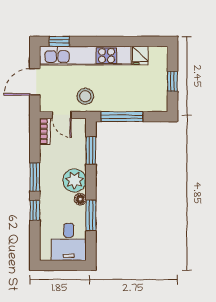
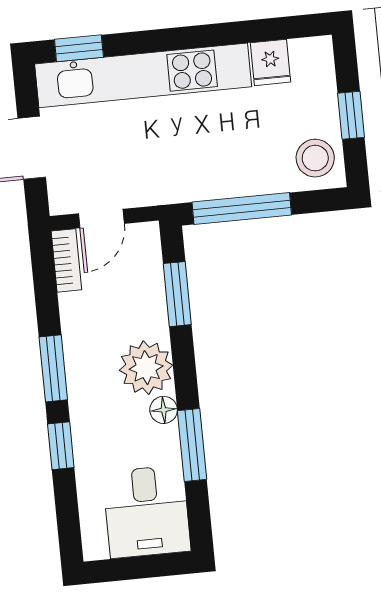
stool: (85, 96) -> (315, 158), moved
door: (62, 115) -> (101, 219), hinge flipped

